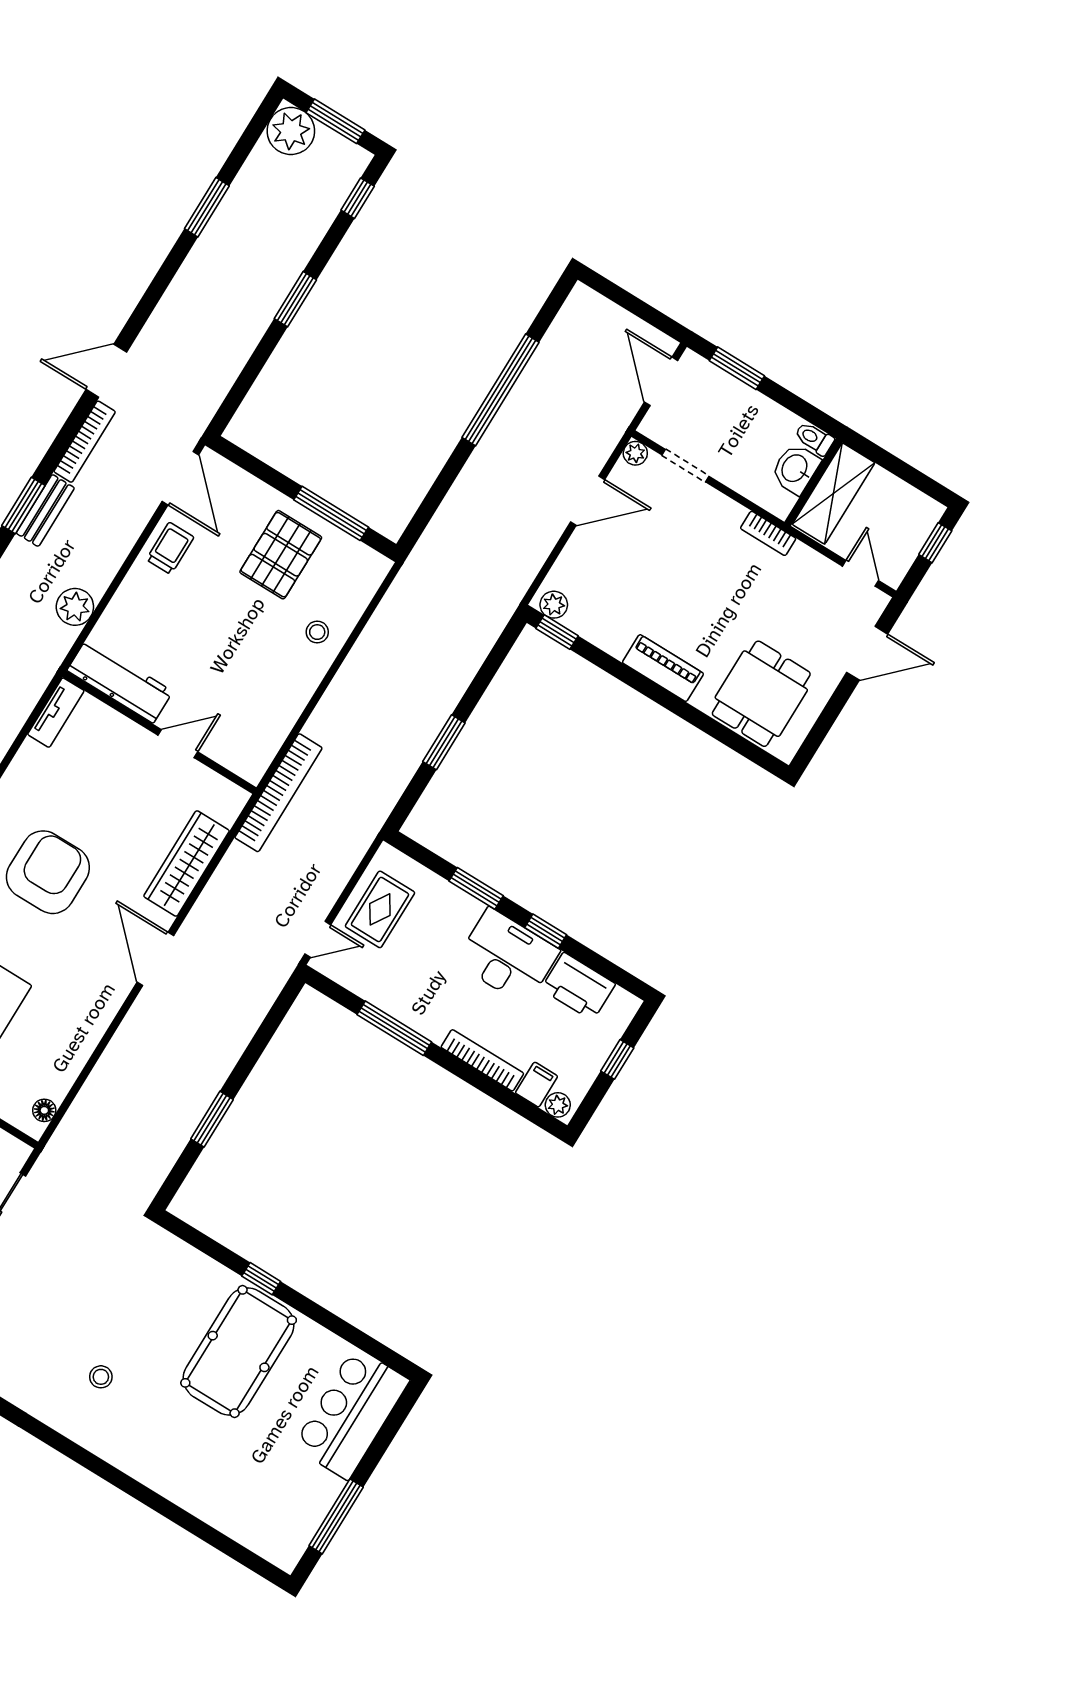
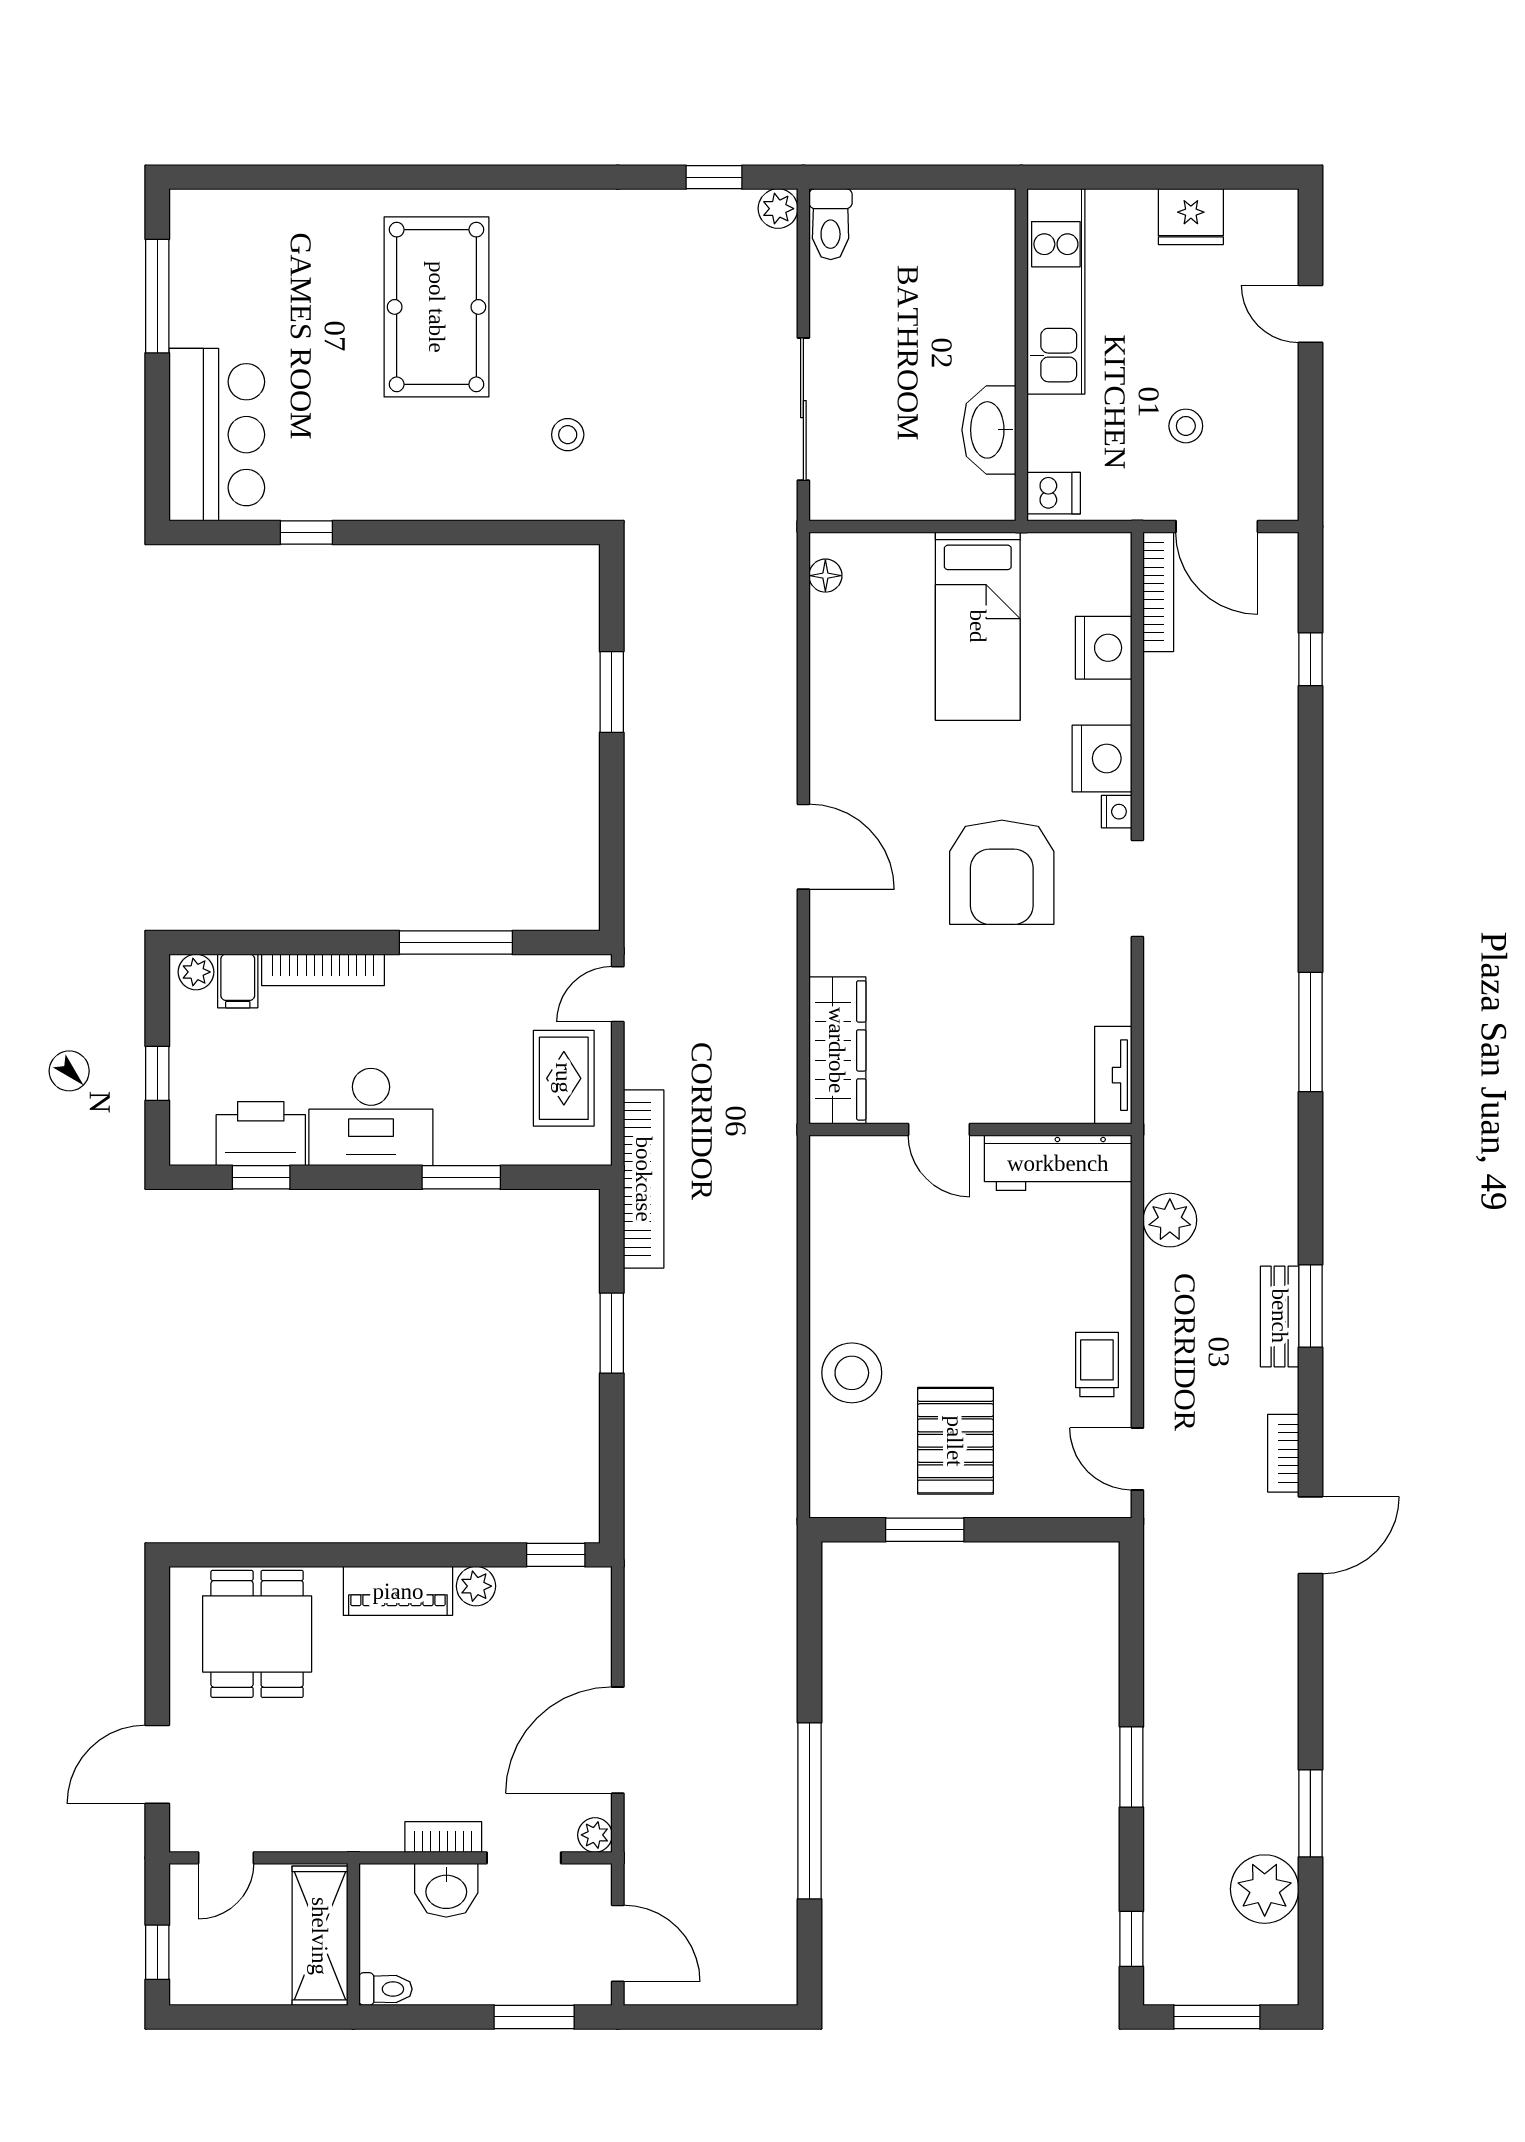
plant: (291, 131) -> (1265, 1889), moved
bookcase: (85, 442) -> (1283, 1453), width x0.64
washbasin: (795, 469) -> (446, 1890), moved, turned 90
door: (180, 478) -> (1137, 1459), width x0.73
door: (588, 501) -> (618, 1740), width x1.36
window: (331, 513) -> (925, 1530), width x0.69
bookcase: (768, 533) -> (443, 1837), moved
trolley: (170, 548) -> (1097, 1364), turned 180
door: (861, 573) -> (226, 1858), hinge flipped
plant: (554, 605) -> (476, 1586), moved
stool: (317, 632) -> (852, 1373), width x1.89, depth x1.89
door: (178, 744) -> (939, 1130), hinge flipped
bookcase: (278, 793) -> (644, 1179), moved, turned 180
wardrobe: (187, 864) -> (837, 1050), moved
window: (546, 931) -> (261, 1177), moved
window: (261, 1279) -> (306, 532), moved
pool table: (239, 1351) -> (437, 307), moved
stool: (101, 1377) -> (568, 435), moved

